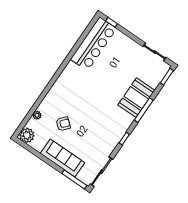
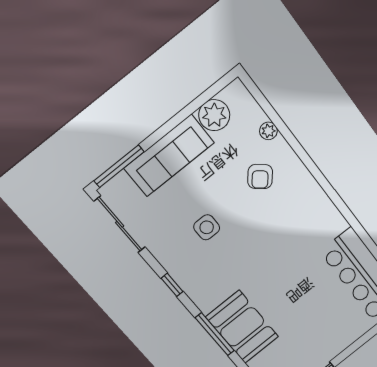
armchair: (63, 124) -> (260, 177), moved
side table: (91, 130) -> (207, 227), added
plant: (27, 135) -> (214, 115), moved

